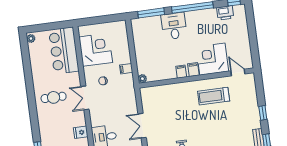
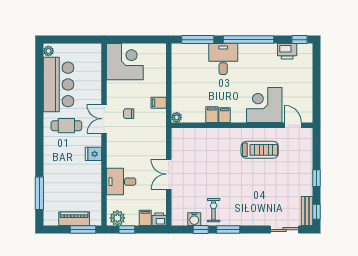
corner desk: (96, 50) -> (125, 62), moved
bar counter: (64, 51) -> (59, 84), moved, turned 180
filing cabinet: (193, 70) -> (212, 115), moved
treadmill: (214, 96) -> (260, 150), turned 180
double door: (85, 98) -> (104, 119), moved
fridge: (81, 132) -> (93, 154), moved

